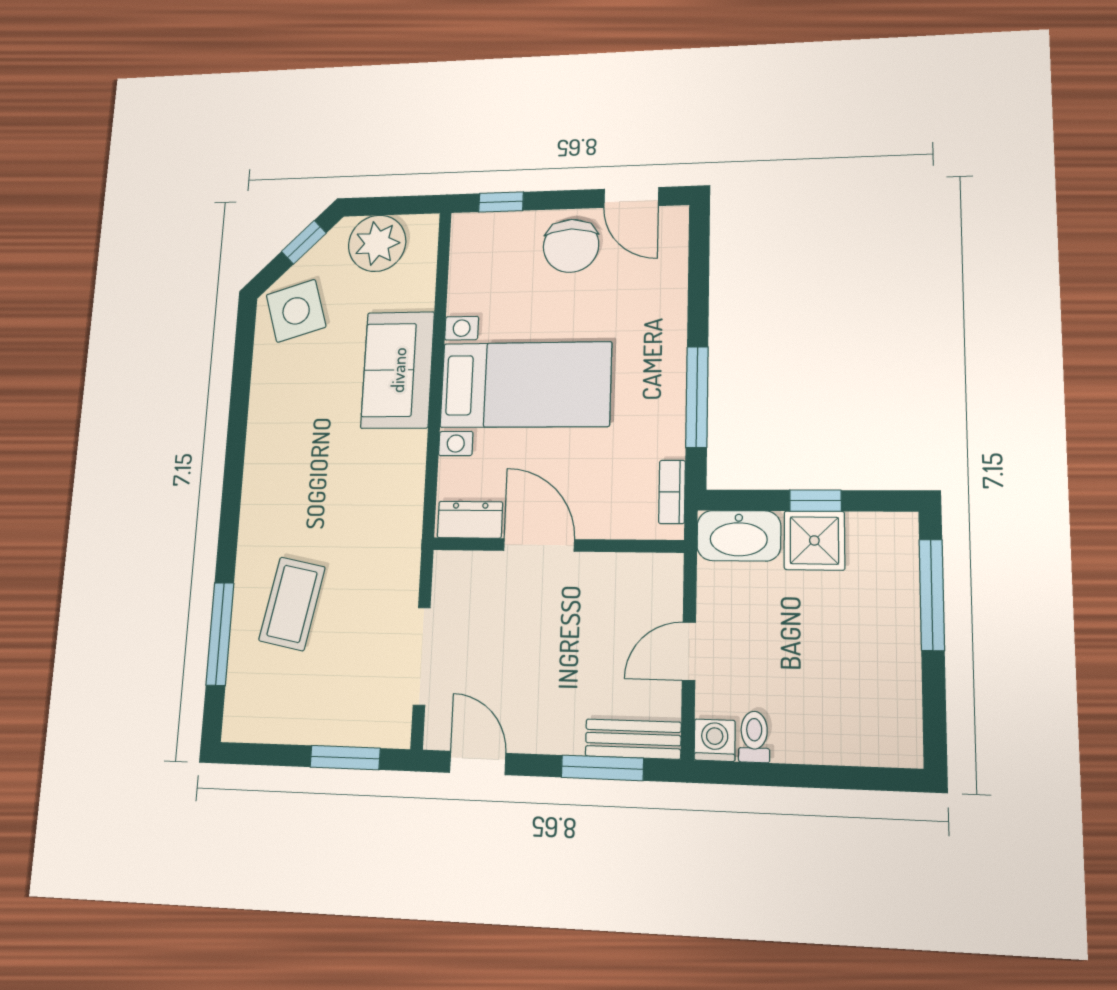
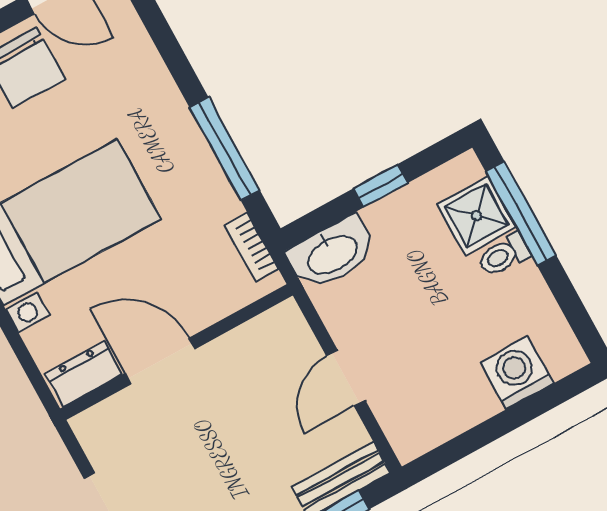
shower: (814, 540) -> (476, 216), moved
toilet: (754, 737) -> (504, 255), moved, turned -90
washing machine: (715, 740) -> (517, 373), moved, width x1.38, depth x1.38

